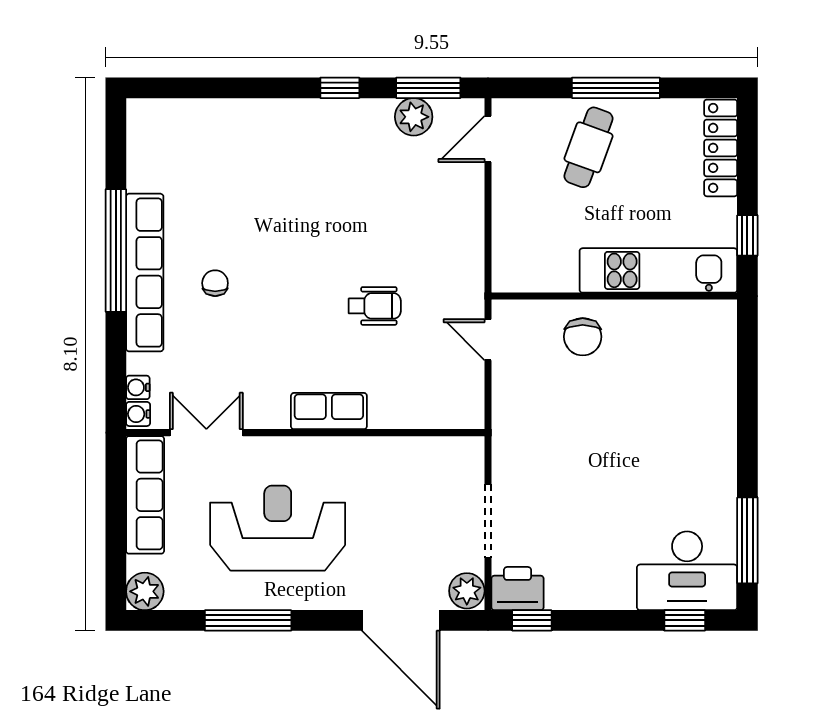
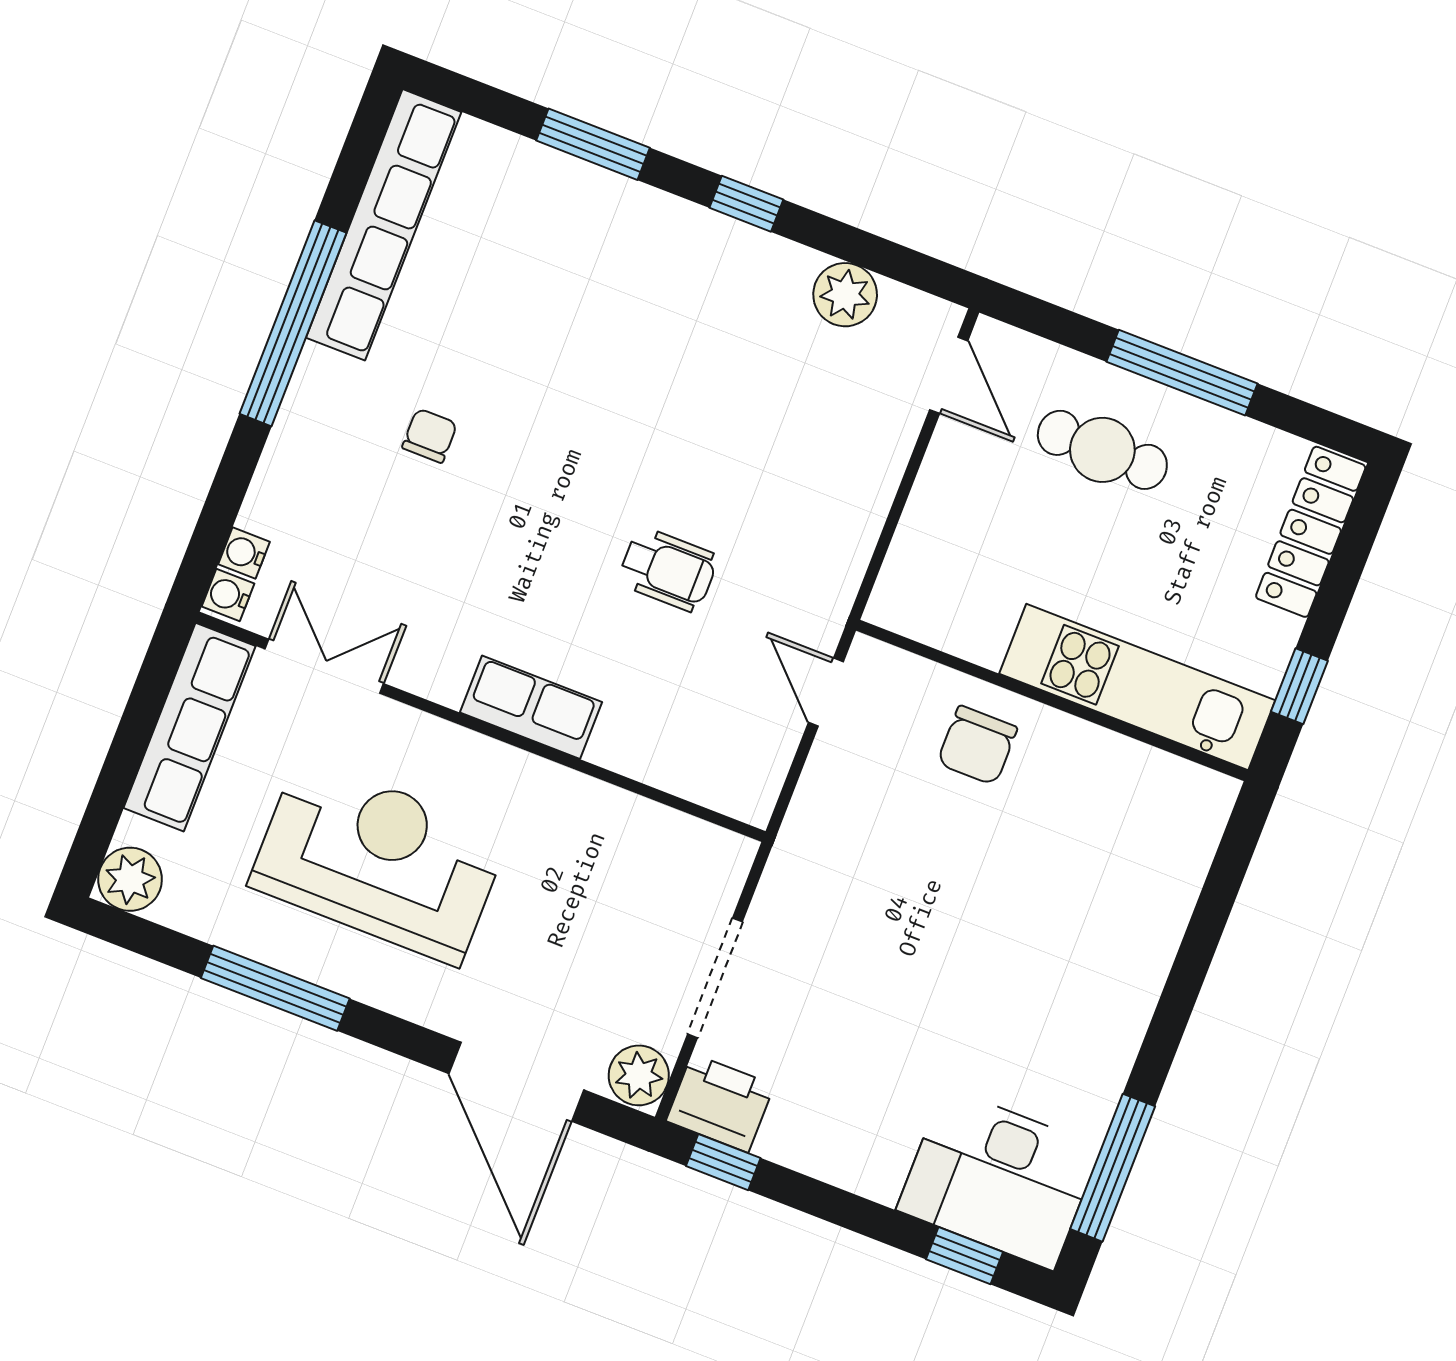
window: (428, 88) -> (593, 144), moved
door: (488, 139) -> (949, 375), swing flipped
cafe table: (588, 147) -> (1102, 450), turned 70
row of seats: (145, 273) -> (384, 225), moved

